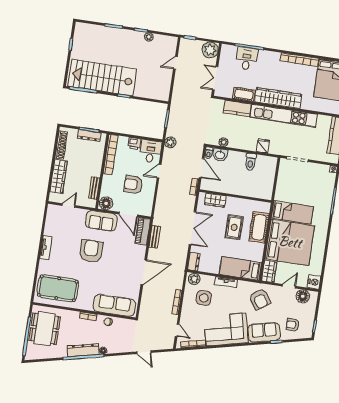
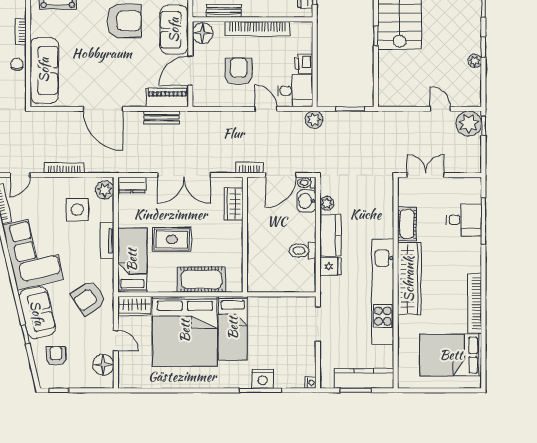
plant: (210, 50) -> (469, 124), moved
kitchen counter: (237, 108) -> (330, 235), moved, turned 180
bookcase: (111, 155) -> (257, 29), moved
rug: (234, 227) -> (172, 239), moved
nightstand: (314, 282) -> (263, 379), moved

